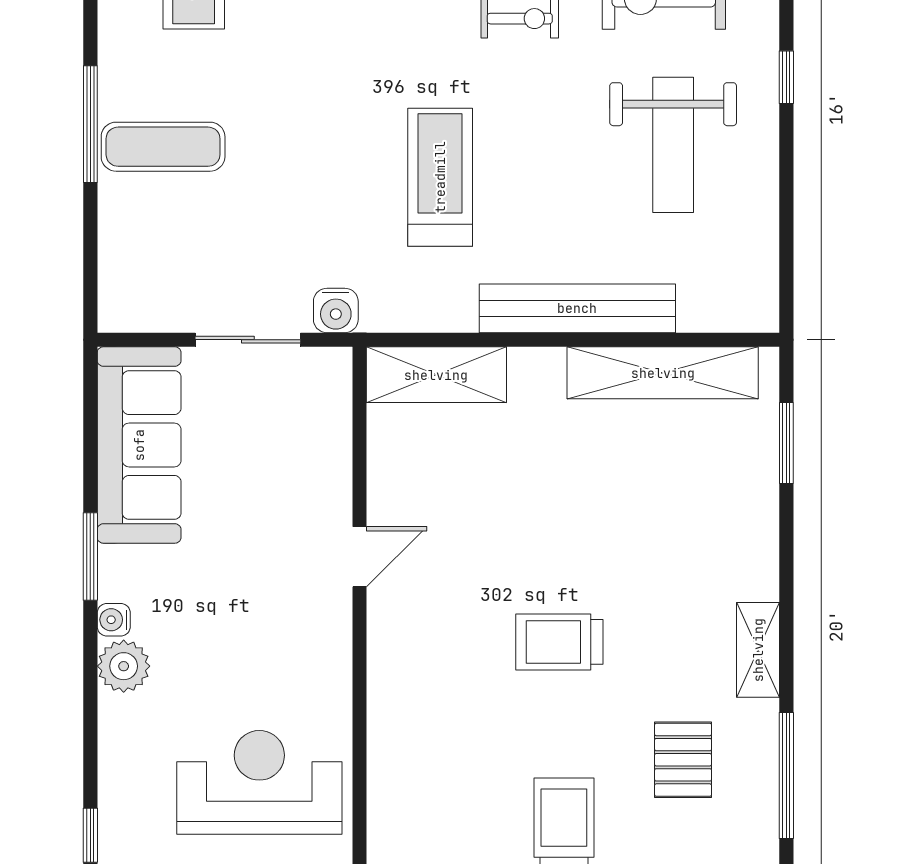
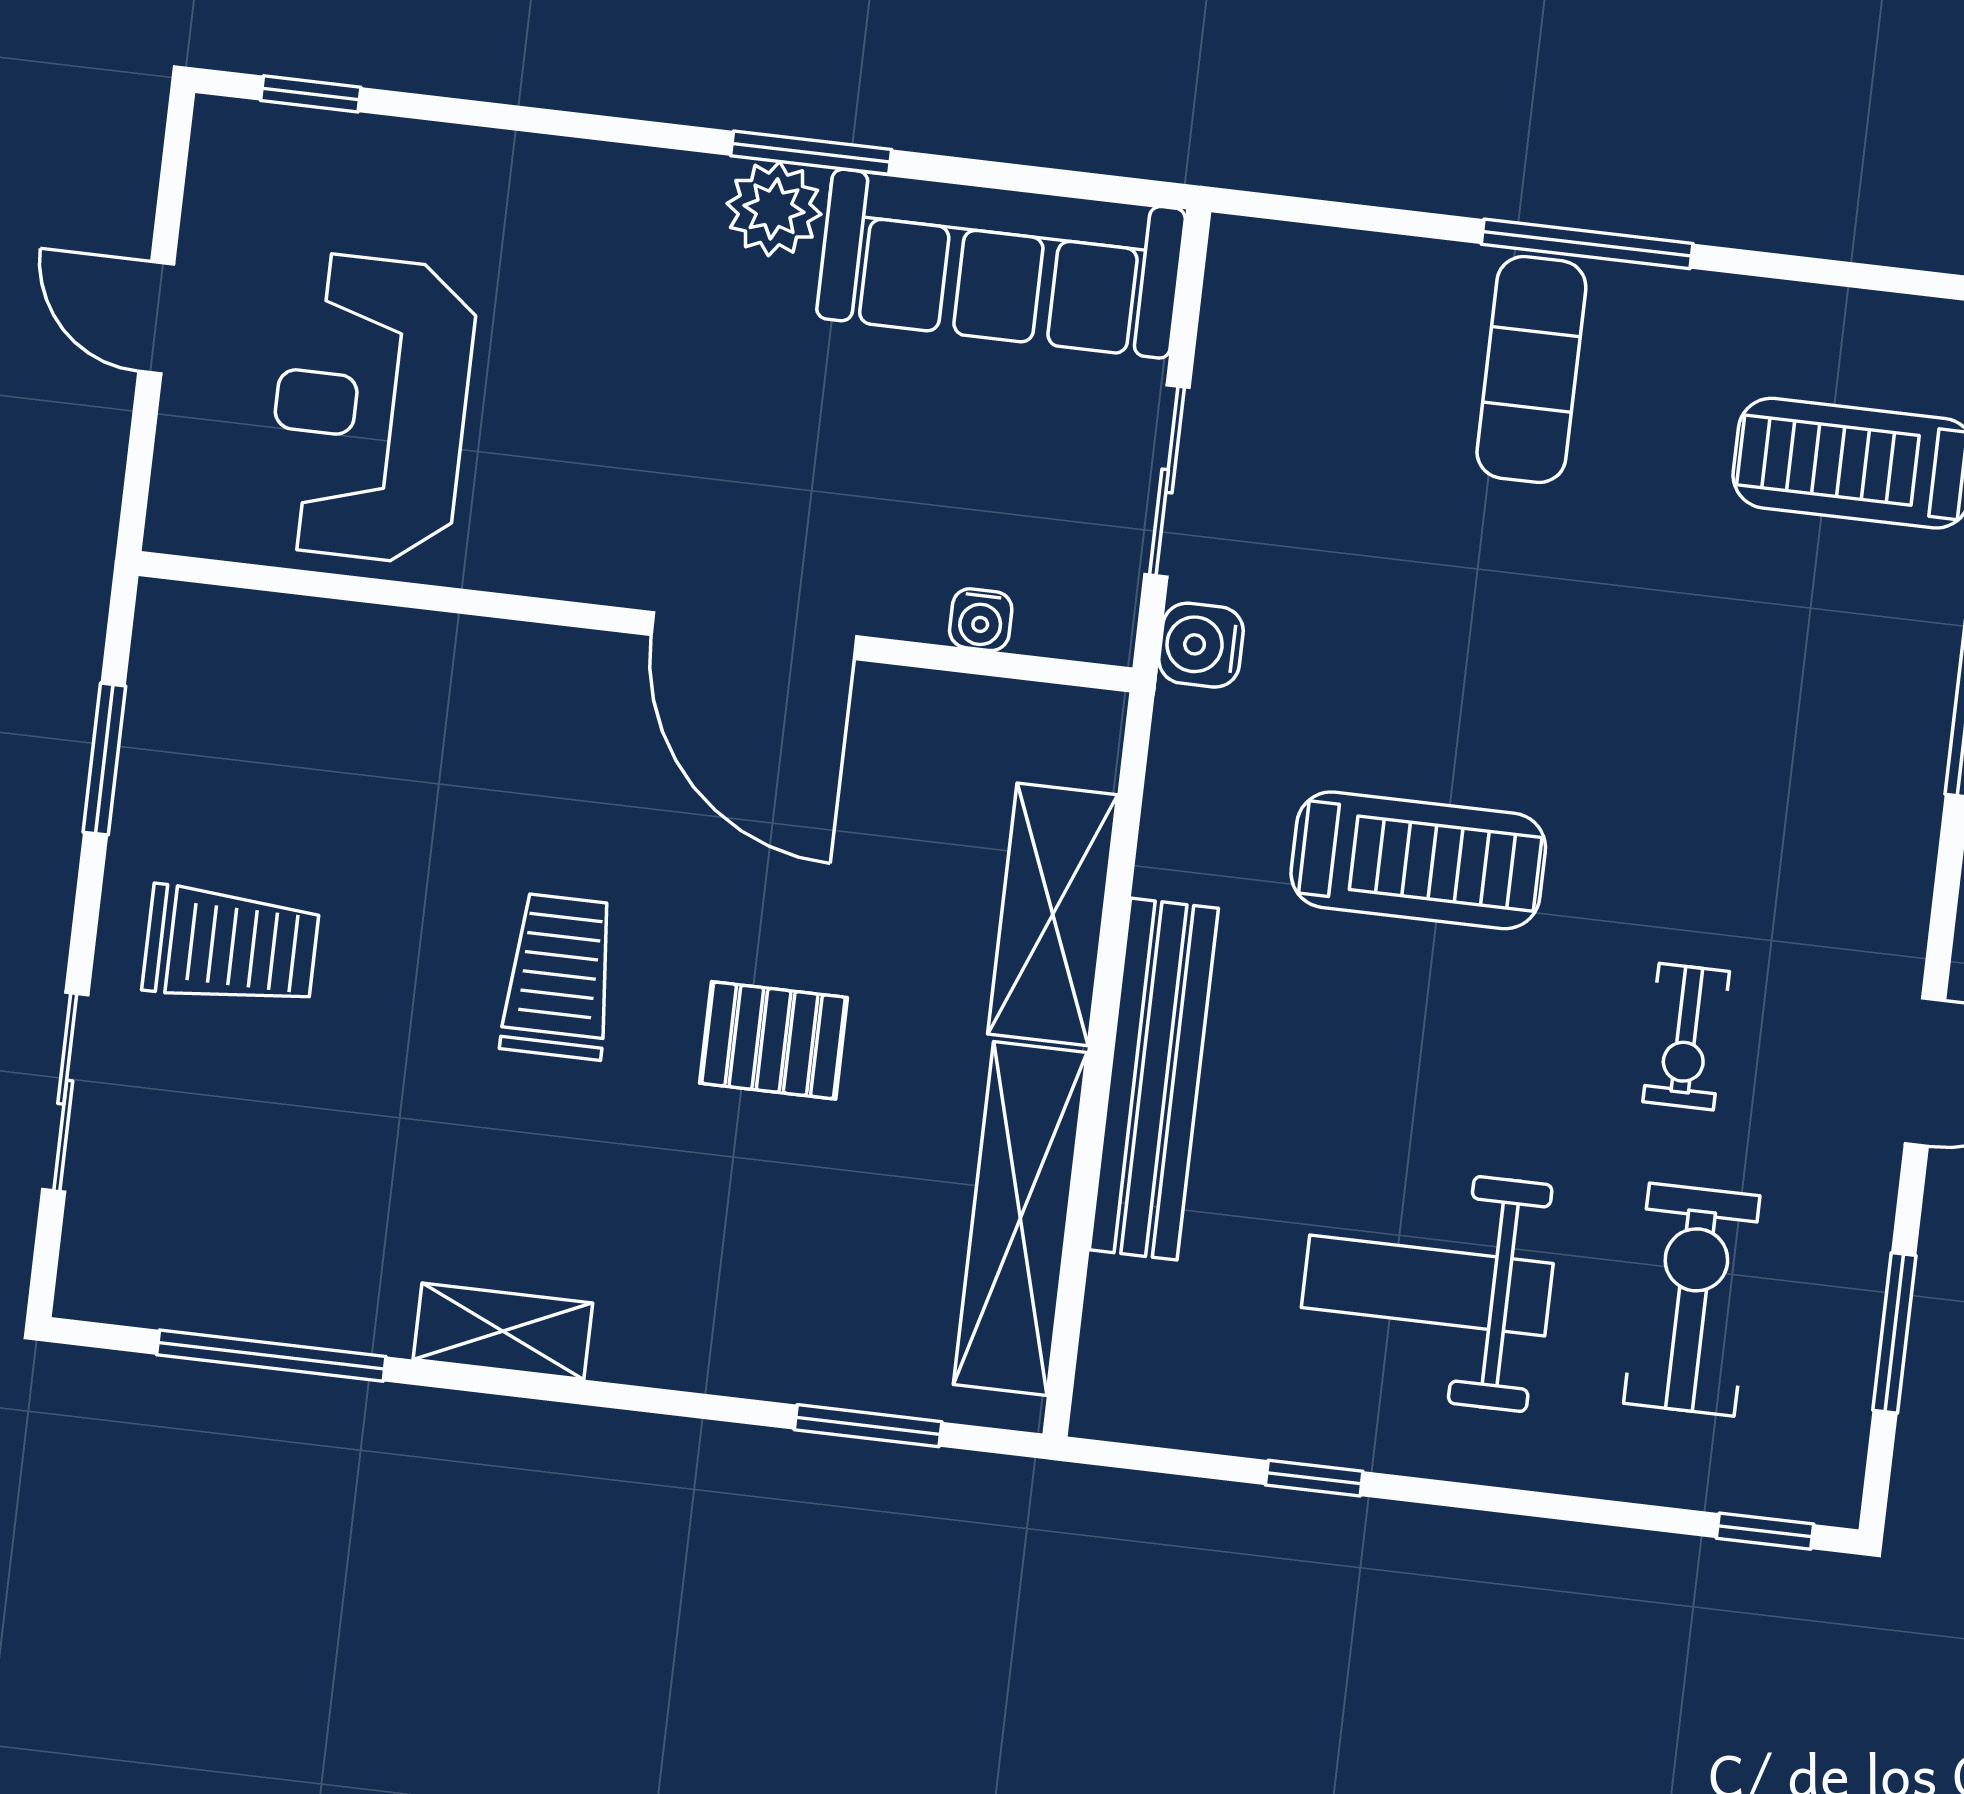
window: (786, 77) -> (1314, 1478), moved
shelving: (436, 375) -> (1053, 914), moved
door: (359, 557) -> (754, 636), width x1.88
water cooler: (114, 620) -> (981, 620), moved, turned 180
plant: (124, 666) -> (774, 209), moved
pallet: (683, 760) -> (774, 1040), moved
reception desk: (259, 782) -> (370, 408), turned 180

